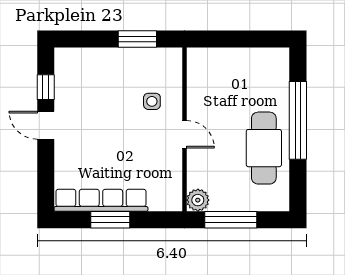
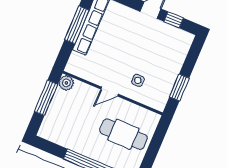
cafe table: (264, 148) -> (124, 134), moved
window: (110, 220) -> (77, 25), width x1.44

